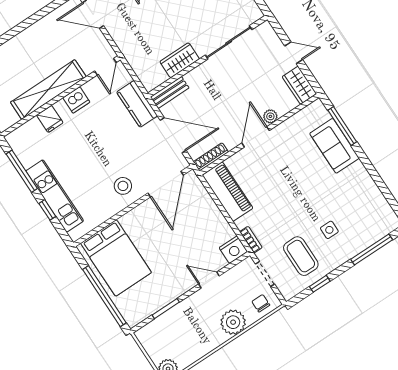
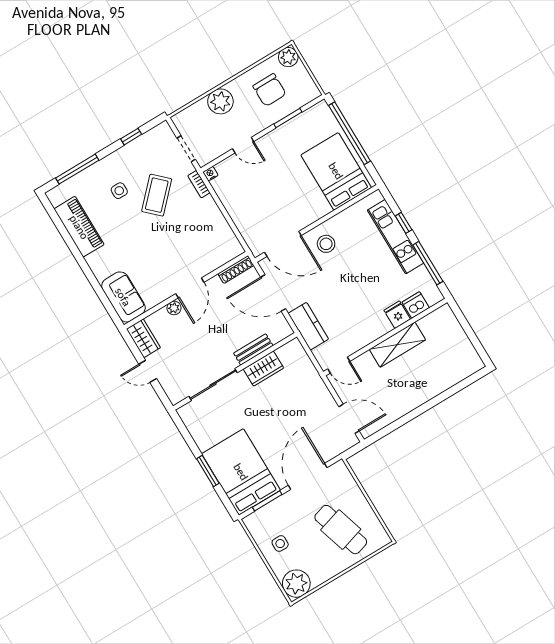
door: (105, 67) -> (339, 365), swing flipped
shelving: (48, 89) -> (397, 345), width x0.68
bench: (170, 92) -> (253, 349), moved
dishwasher: (76, 100) -> (416, 305), moved
window: (342, 126) -> (102, 295), removed
sofa: (334, 146) -> (123, 297), moved
door: (166, 184) -> (283, 244), swing flipped
piano: (227, 192) -> (79, 227), moved, turned 180
nightstand: (233, 250) -> (210, 174), width x0.53, depth x0.56
coffee table: (301, 256) -> (157, 195), moved, turned 44
chair: (261, 303) -> (270, 90), moved, width x1.87, depth x1.87

